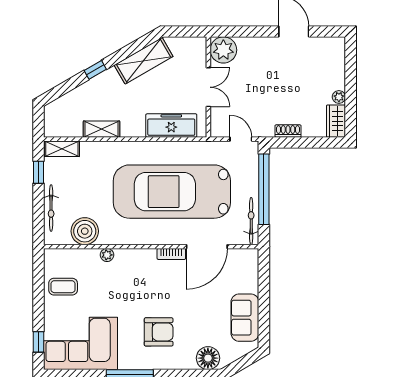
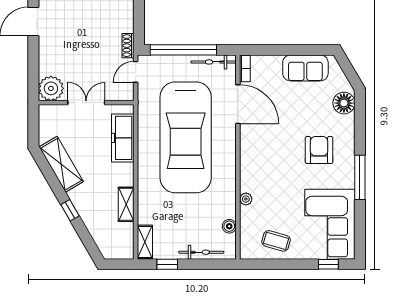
shoe rack: (288, 131) -> (128, 46), moved
boiler: (85, 231) -> (229, 226), width x0.54, depth x0.54
bookcase: (171, 254) -> (245, 68), moved
coffee table: (63, 287) -> (276, 241), turned -74

